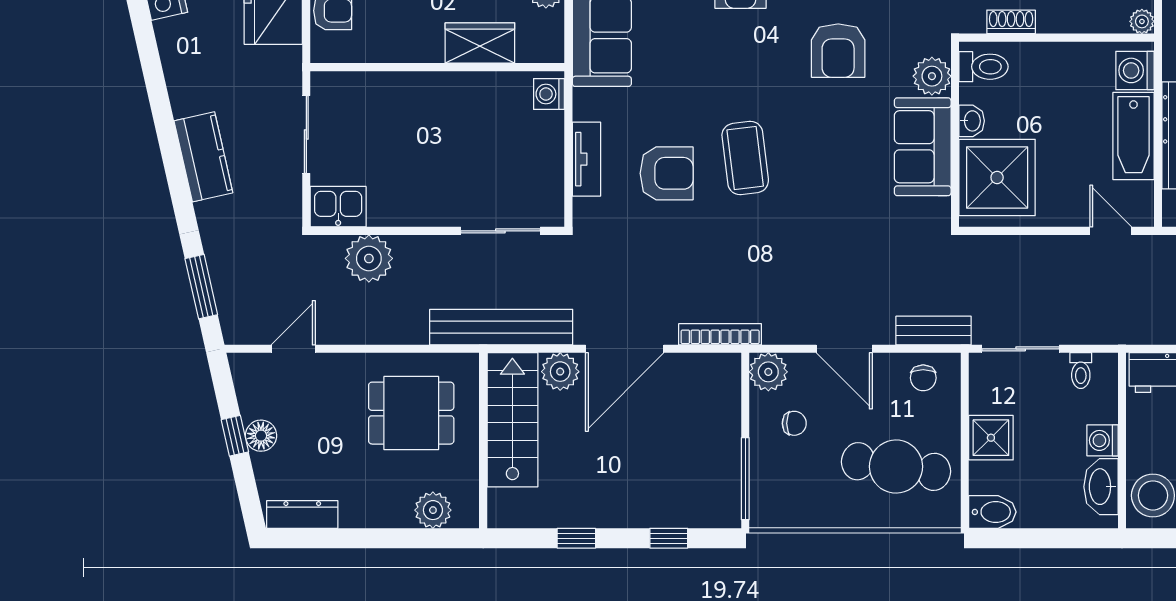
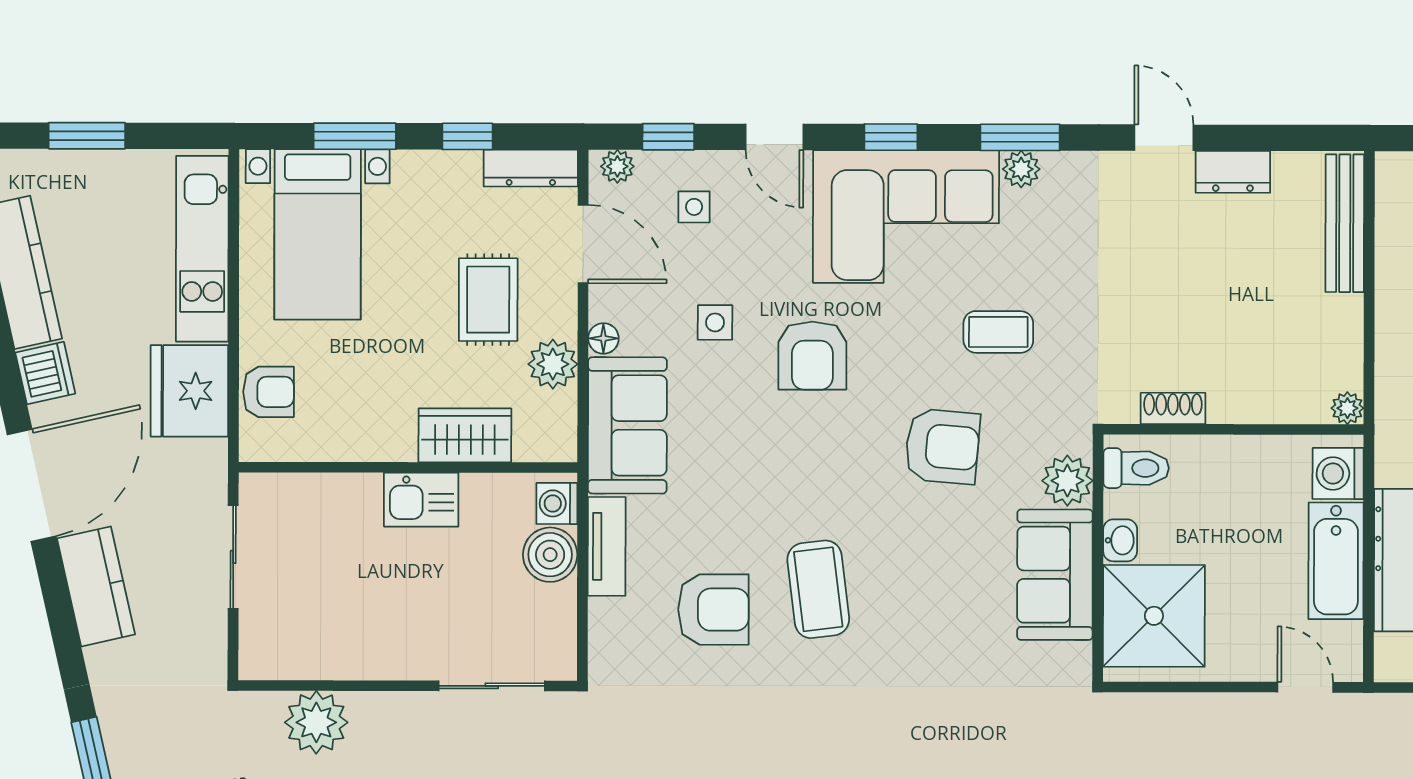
armchair: (838, 51) -> (942, 446), turned -85
door: (155, 81) -> (32, 485), added
boiler: (544, 132) -> (550, 555), added
tv unit: (586, 159) -> (607, 546), moved
kitchen sink: (338, 207) -> (421, 500), moved, turned 180

